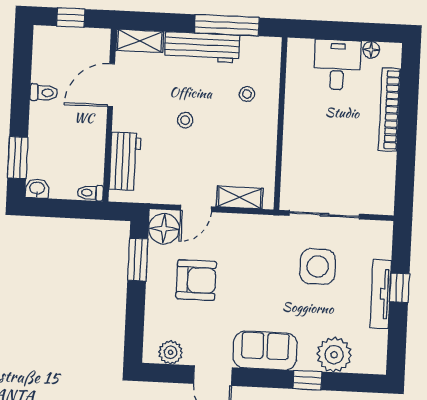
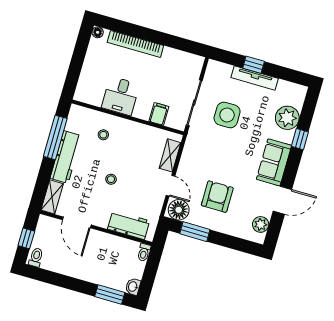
floor lamp: (371, 50) -> (98, 32), moved
desk: (337, 65) -> (121, 96), moved, turned -90
toilet: (44, 93) -> (36, 257), moved
filing cabinet: (296, 167) -> (159, 114), added

